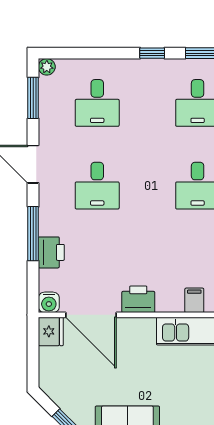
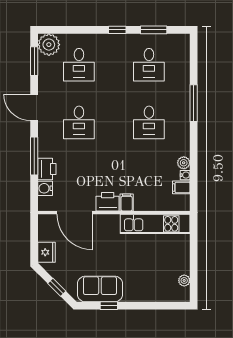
plant: (47, 67) -> (49, 45), width x1.87, depth x1.87
filing cabinet: (194, 300) -> (127, 202), moved
water cooler: (49, 302) -> (45, 188), moved, turned 90
fridge: (51, 331) -> (47, 252), moved

